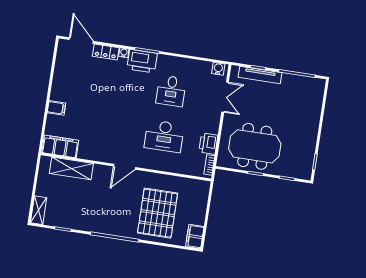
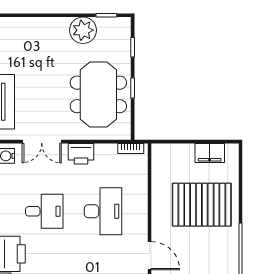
double door: (225, 97) -> (42, 142), swing flipped
plant: (306, 142) -> (83, 30), added
printer: (208, 144) -> (81, 154), moved
filing cabinet: (195, 236) -> (210, 153), moved

